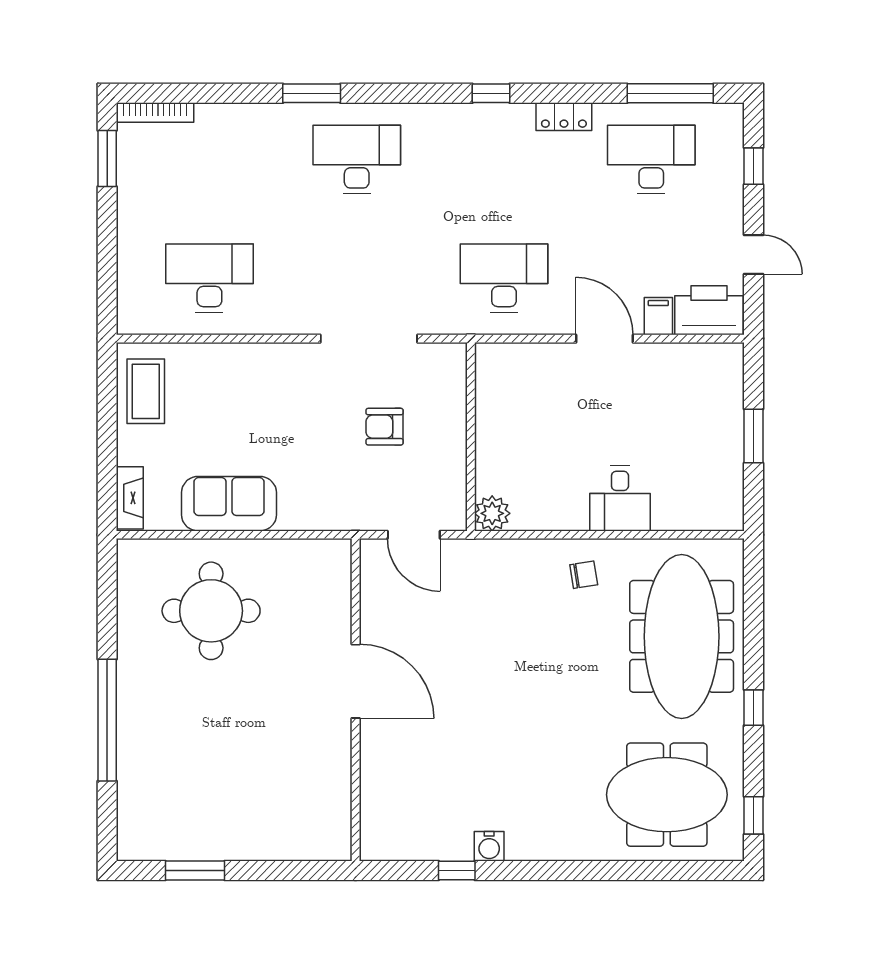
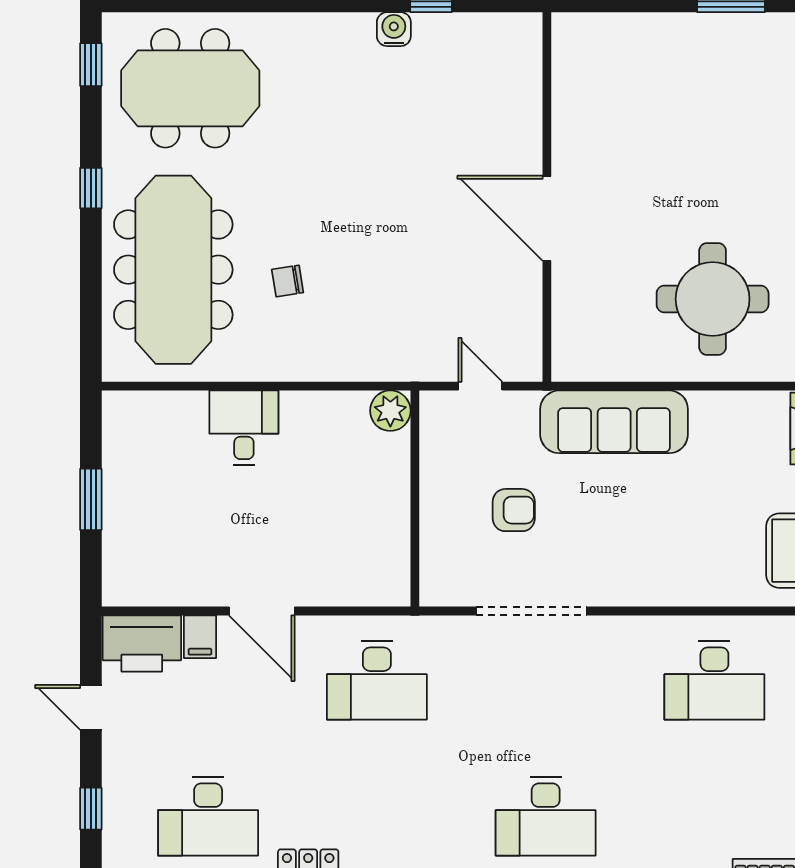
sofa: (229, 504) -> (614, 422), moved, width x1.36
door: (414, 535) -> (480, 386), width x0.73
chair: (584, 575) -> (288, 281), moved

